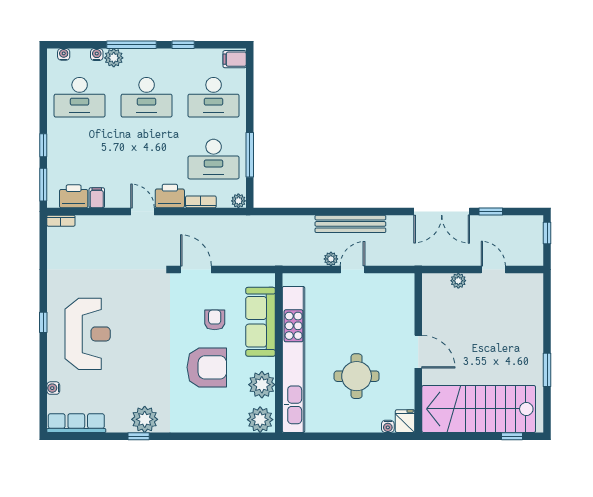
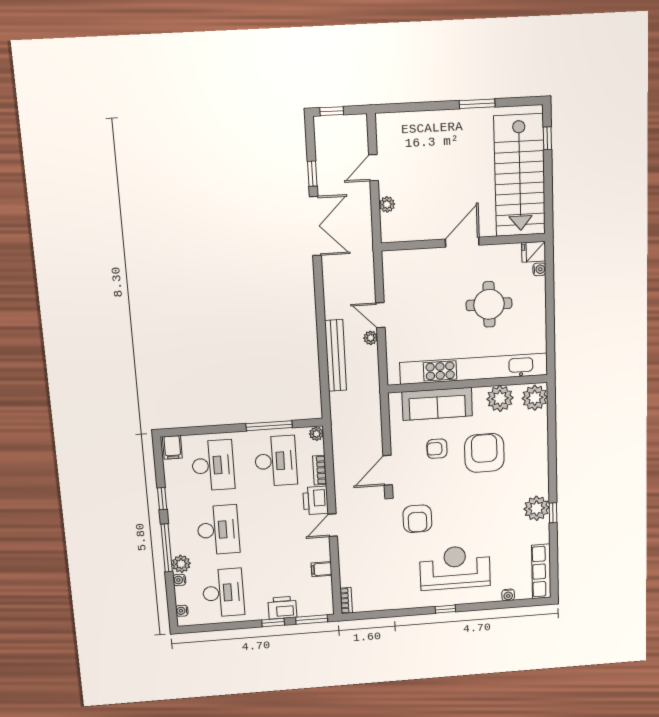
printer: (74, 196) -> (282, 608), moved, turned 90
bench: (350, 224) -> (336, 355), moved
armchair: (143, 297) -> (417, 519), added

